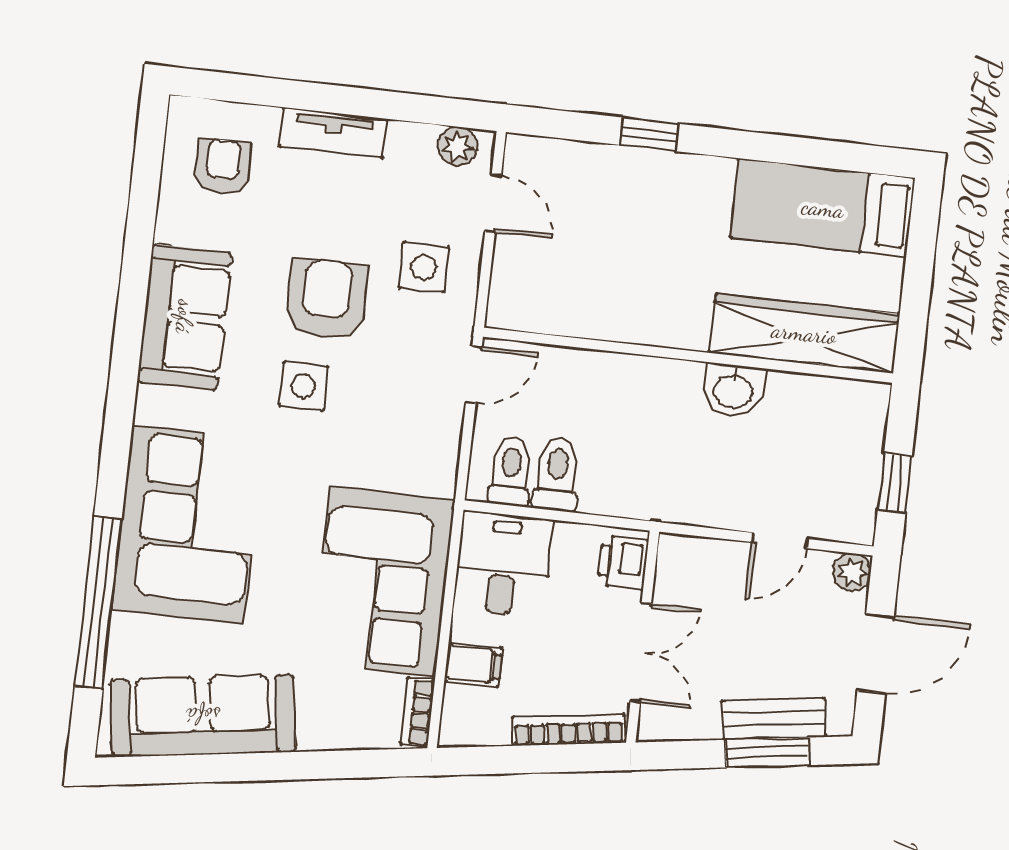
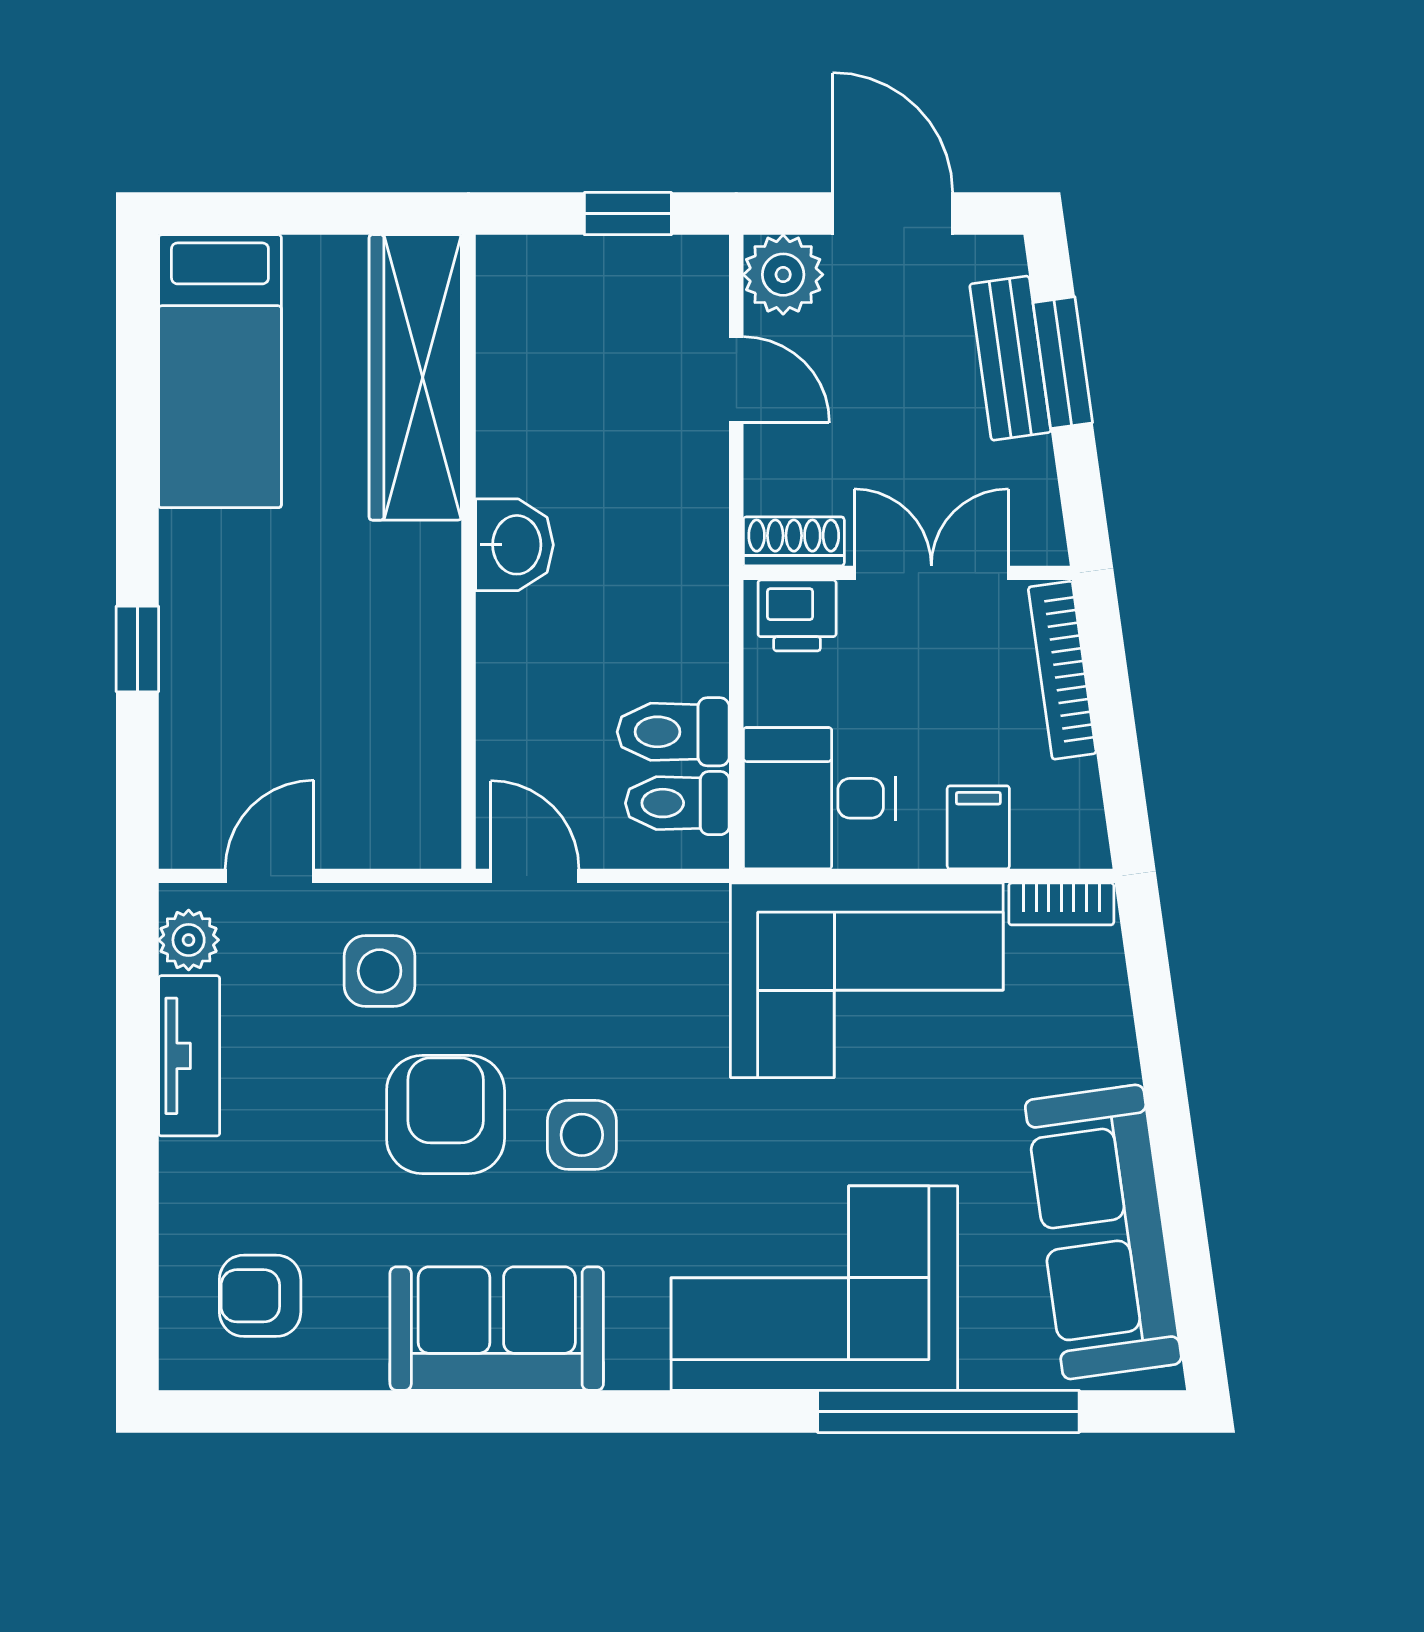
tv unit: (333, 133) -> (189, 1056), moved
armchair: (326, 300) -> (446, 1115), turned 90
washbasin: (733, 390) -> (514, 545), moved
shoe rack: (671, 566) -> (794, 541), added
plant: (852, 572) -> (783, 275), width x1.38, depth x1.38

